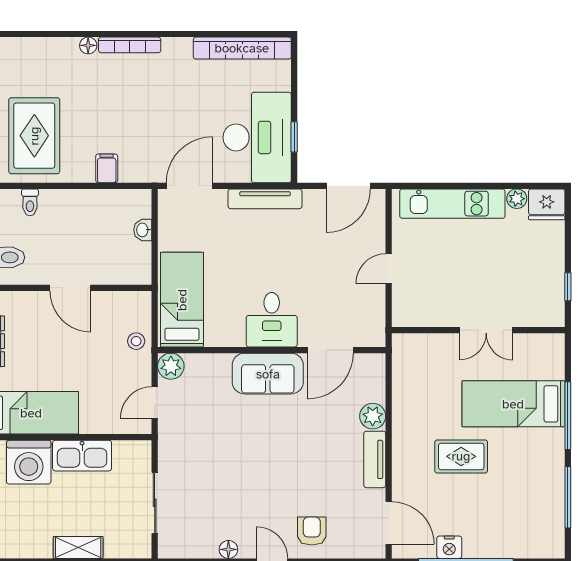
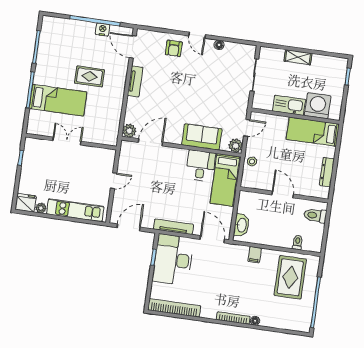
door: (189, 186) -> (212, 239), swing flipped
washbasin: (143, 230) -> (241, 225), width x1.91, depth x1.45
desk: (272, 320) -> (201, 166), moved
sofa: (268, 374) -> (202, 137), moved
plant: (373, 416) -> (129, 131), moved

